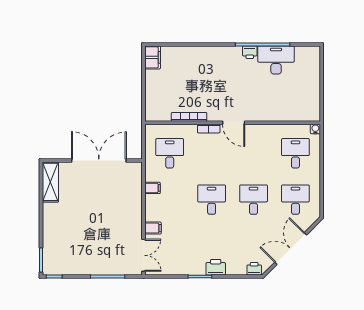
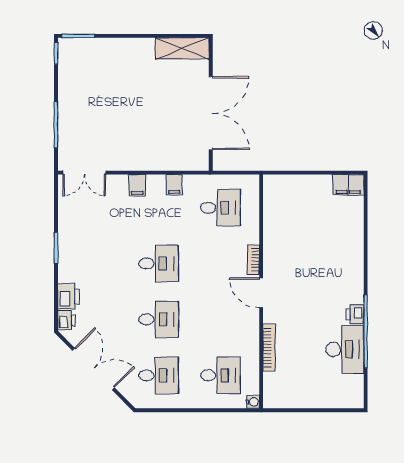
bookcase: (189, 117) -> (269, 347), moved
door: (234, 123) -> (261, 293), hinge flipped
filing cabinet: (153, 228) -> (137, 185), moved
printer: (216, 267) -> (68, 296), moved

